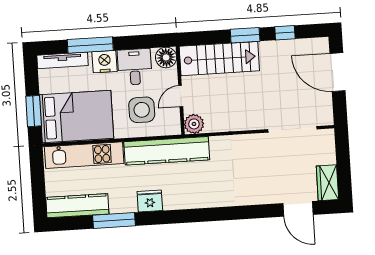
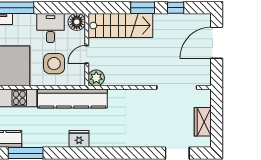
nightstand: (105, 62) -> (26, 22), removed
door: (337, 72) -> (217, 43), hinge flipped
wardrobe: (327, 183) -> (203, 122), moved
fridge: (150, 201) -> (79, 139), moved

